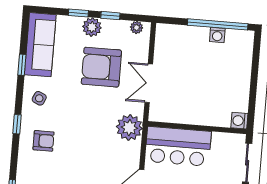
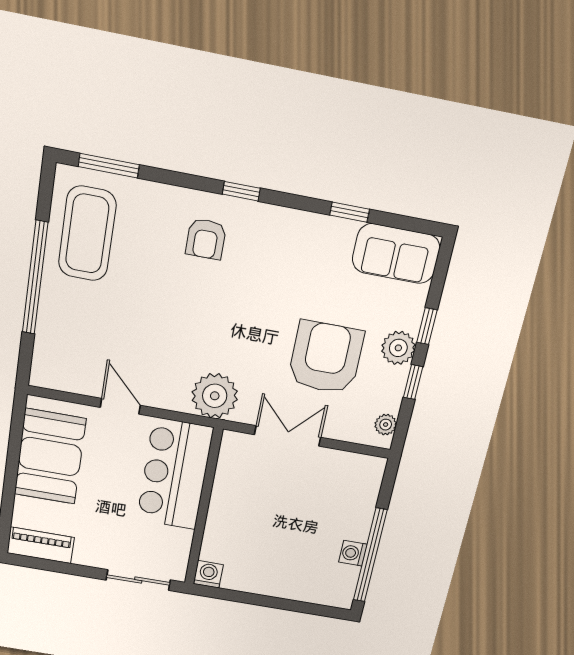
sofa: (40, 45) -> (396, 254), width x0.73
side table: (39, 98) -> (284, 239), removed

